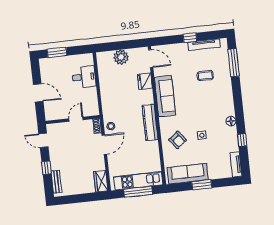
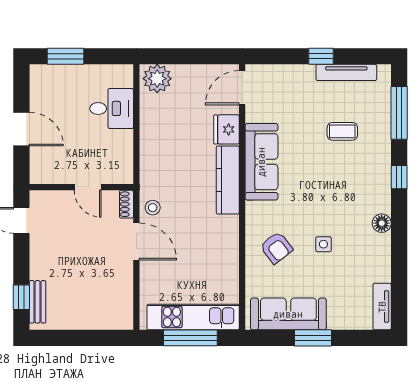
plant: (121, 57) -> (157, 79), moved
door: (151, 59) -> (242, 88), swing flipped
door: (76, 119) -> (88, 187), swing flipped
kitchen counter: (150, 123) -> (228, 180), moved
window: (242, 140) -> (399, 177), moved
door: (104, 145) -> (136, 241), hinge flipped
window: (46, 168) -> (21, 297), moved
wardrobe: (101, 181) -> (122, 310), removed

